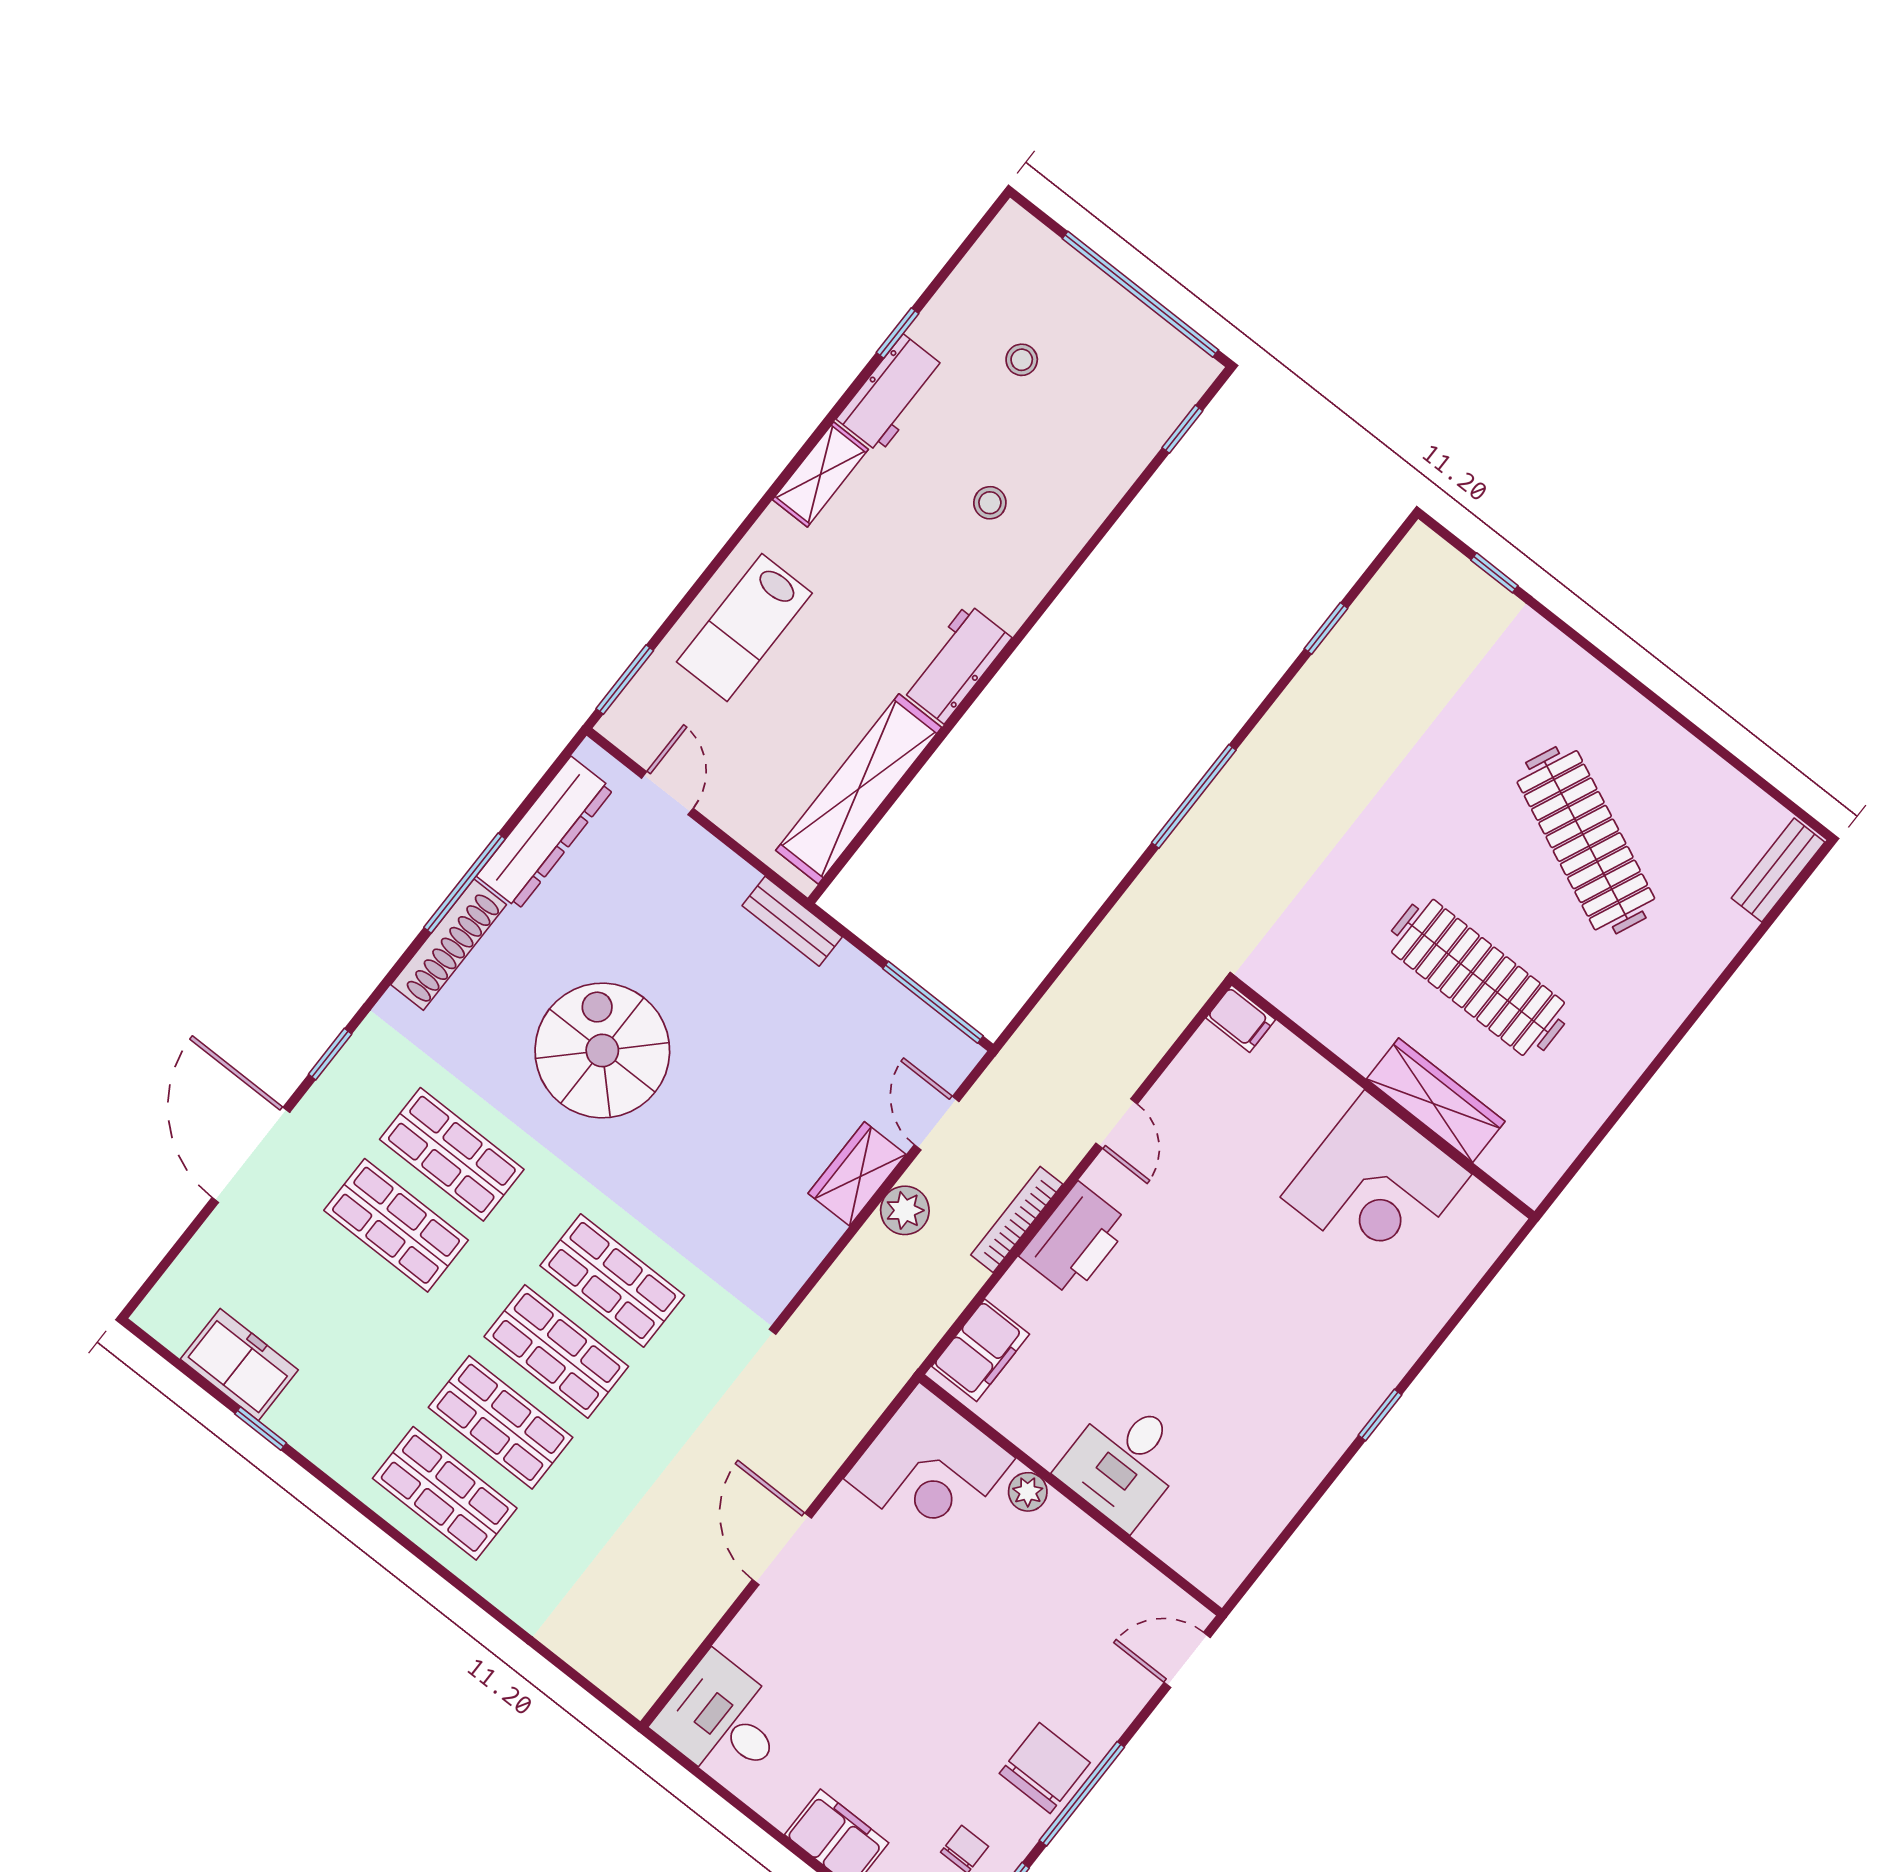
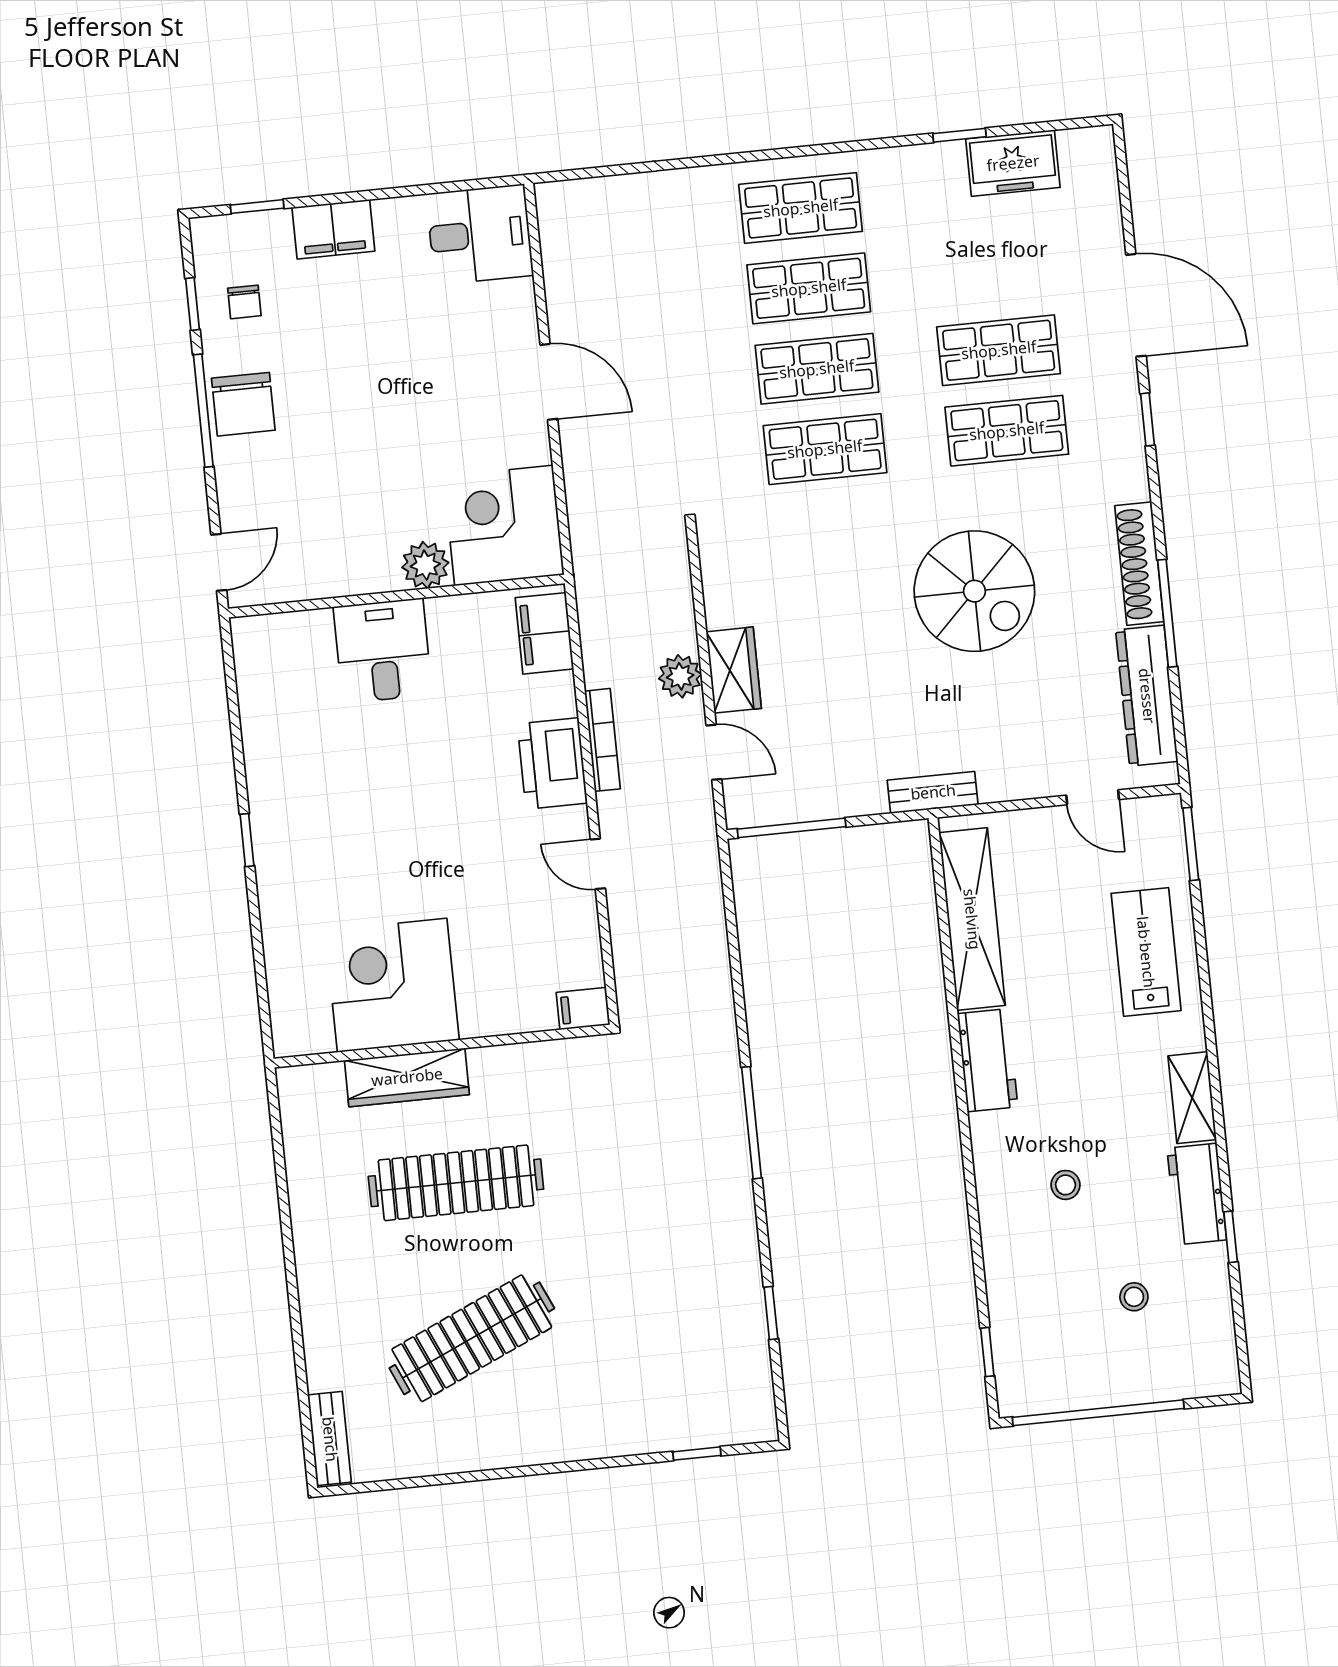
clothes rail: (1586, 840) -> (472, 1338), turned -48
plant: (1028, 1492) -> (425, 565), width x1.38, depth x1.38

